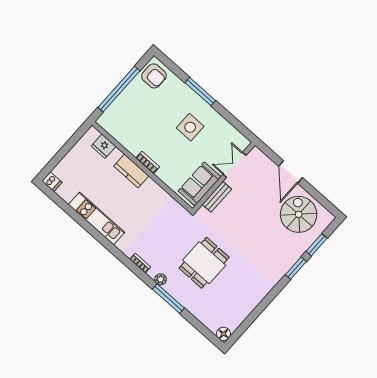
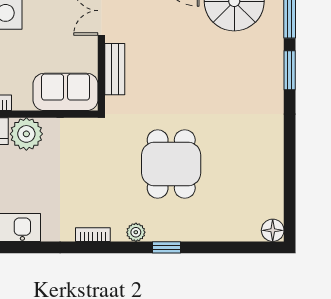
sofa: (200, 184) -> (66, 92), moved, turned 90
plant: (151, 191) -> (26, 134), added
window: (168, 299) -> (166, 247), width x0.46

